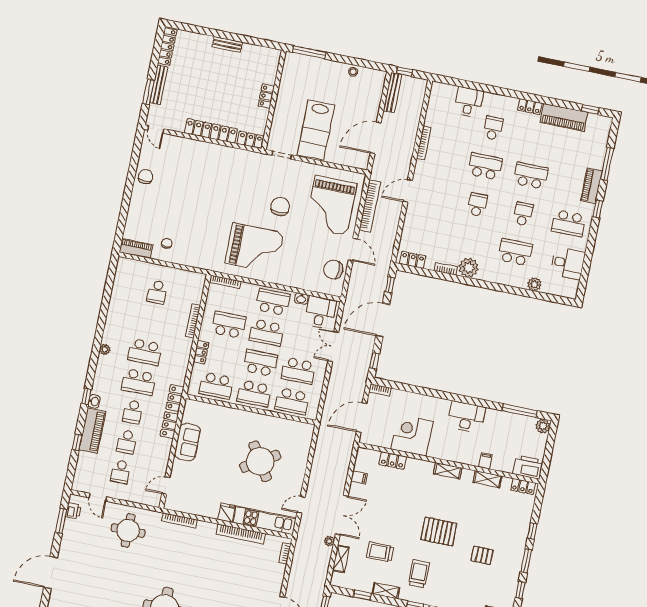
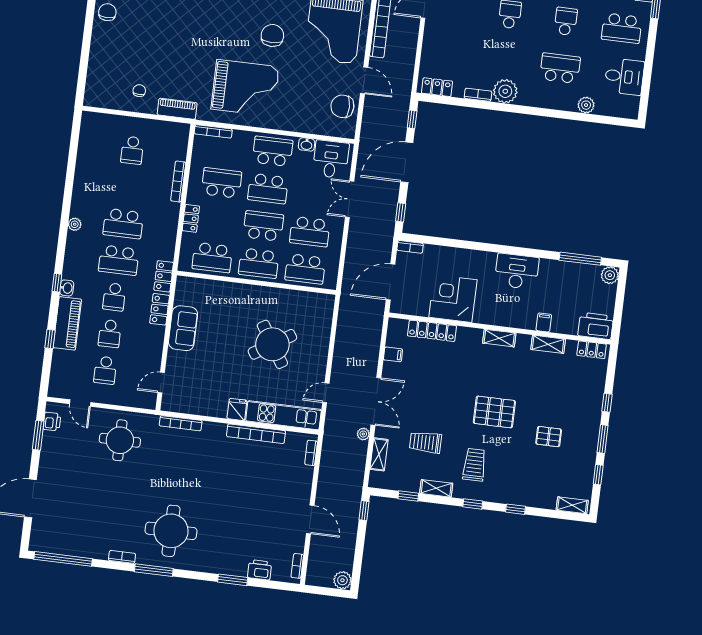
piano: (136, 248) -> (177, 109), moved
locker: (393, 460) -> (432, 331), width x1.53

